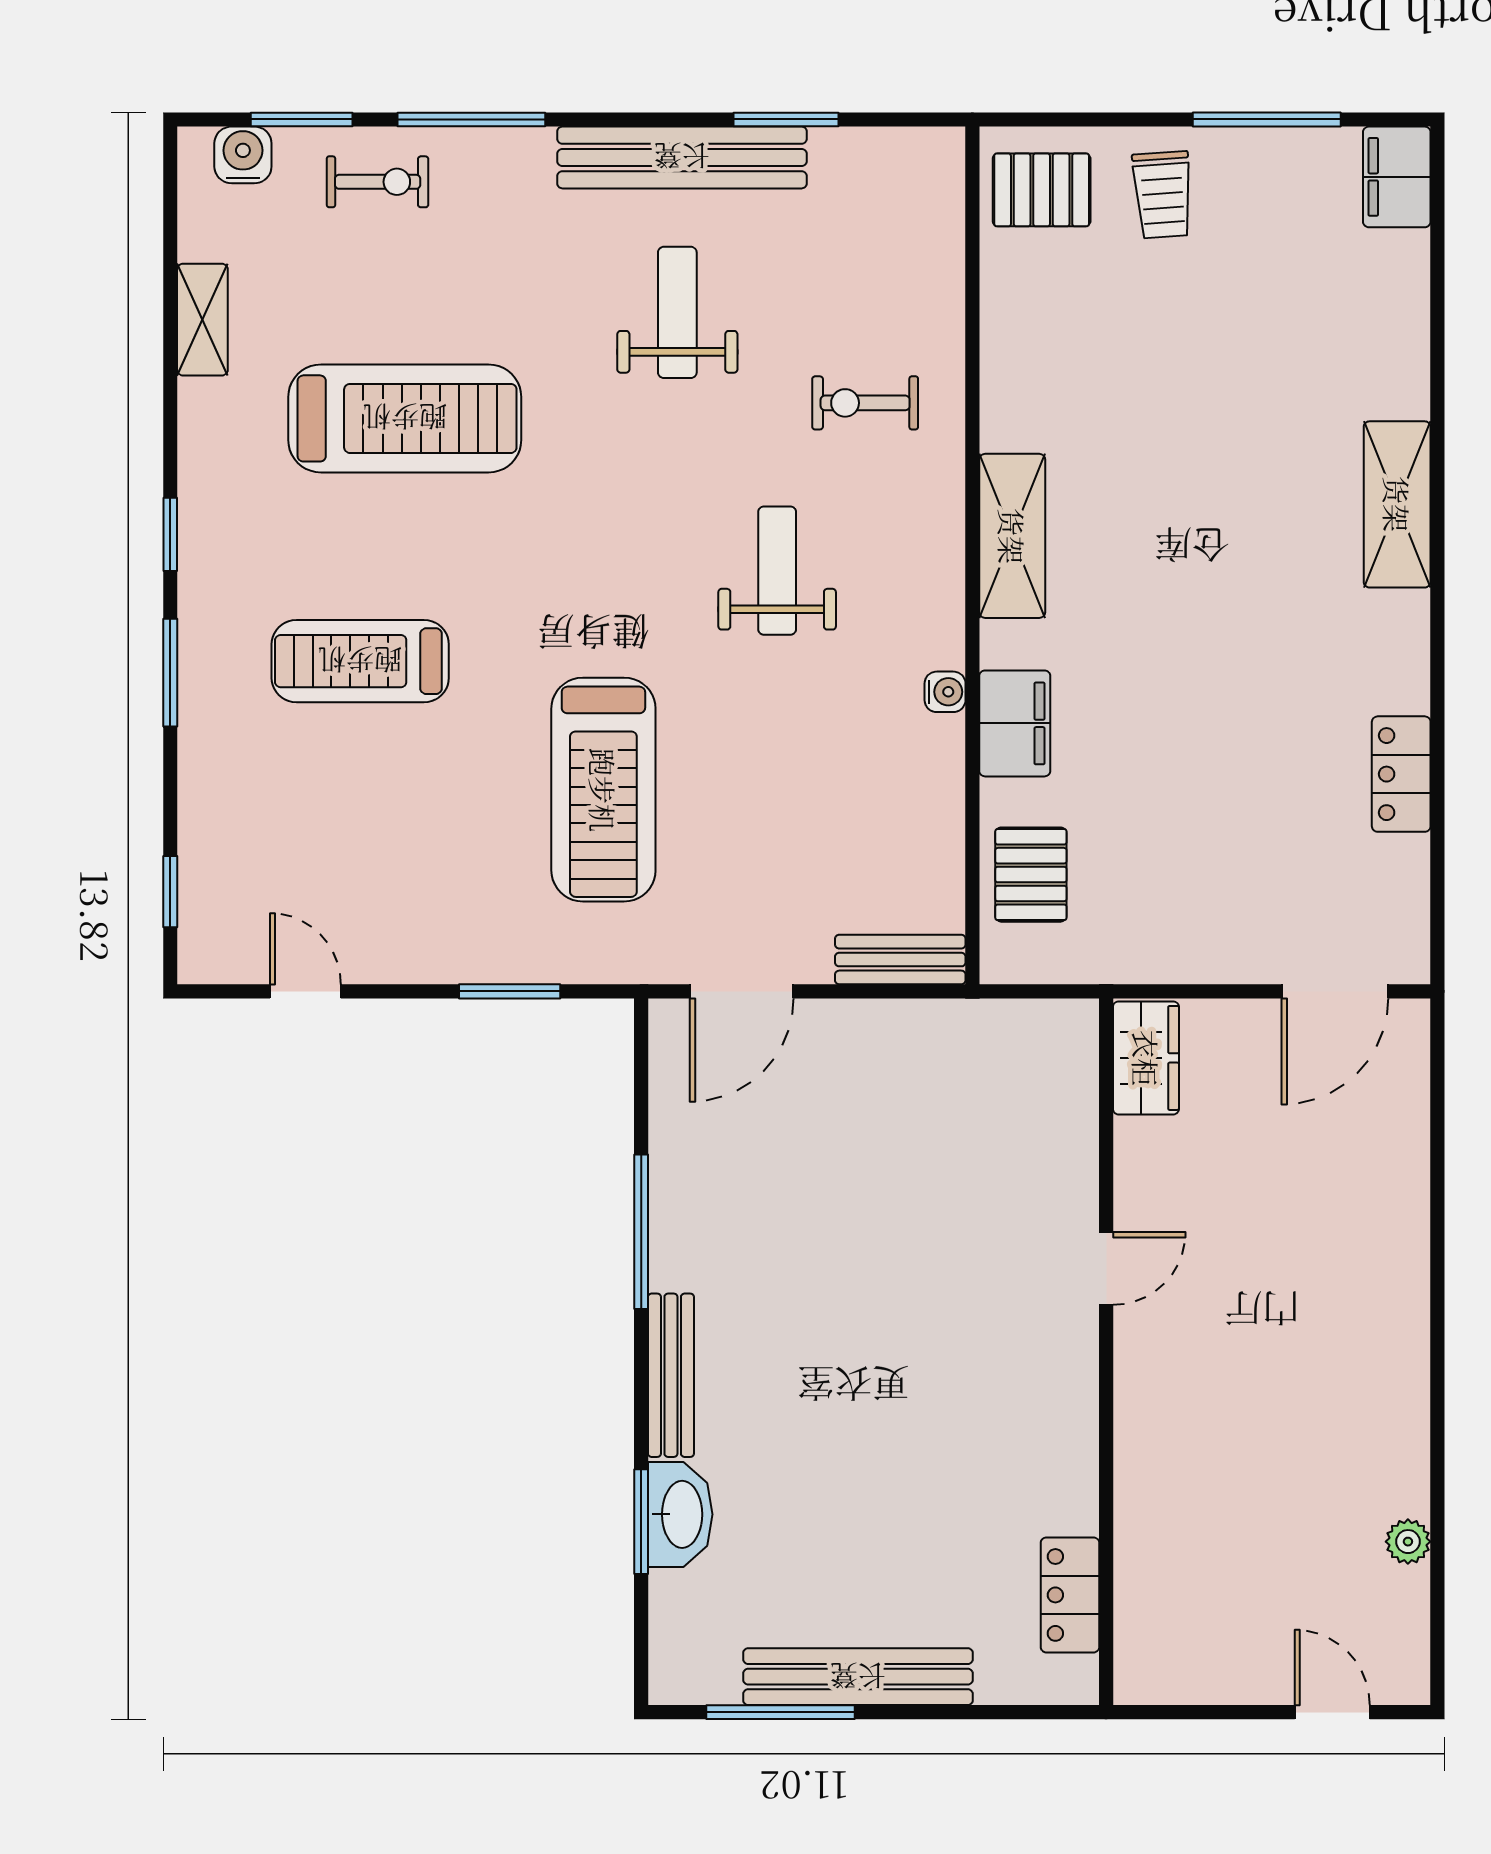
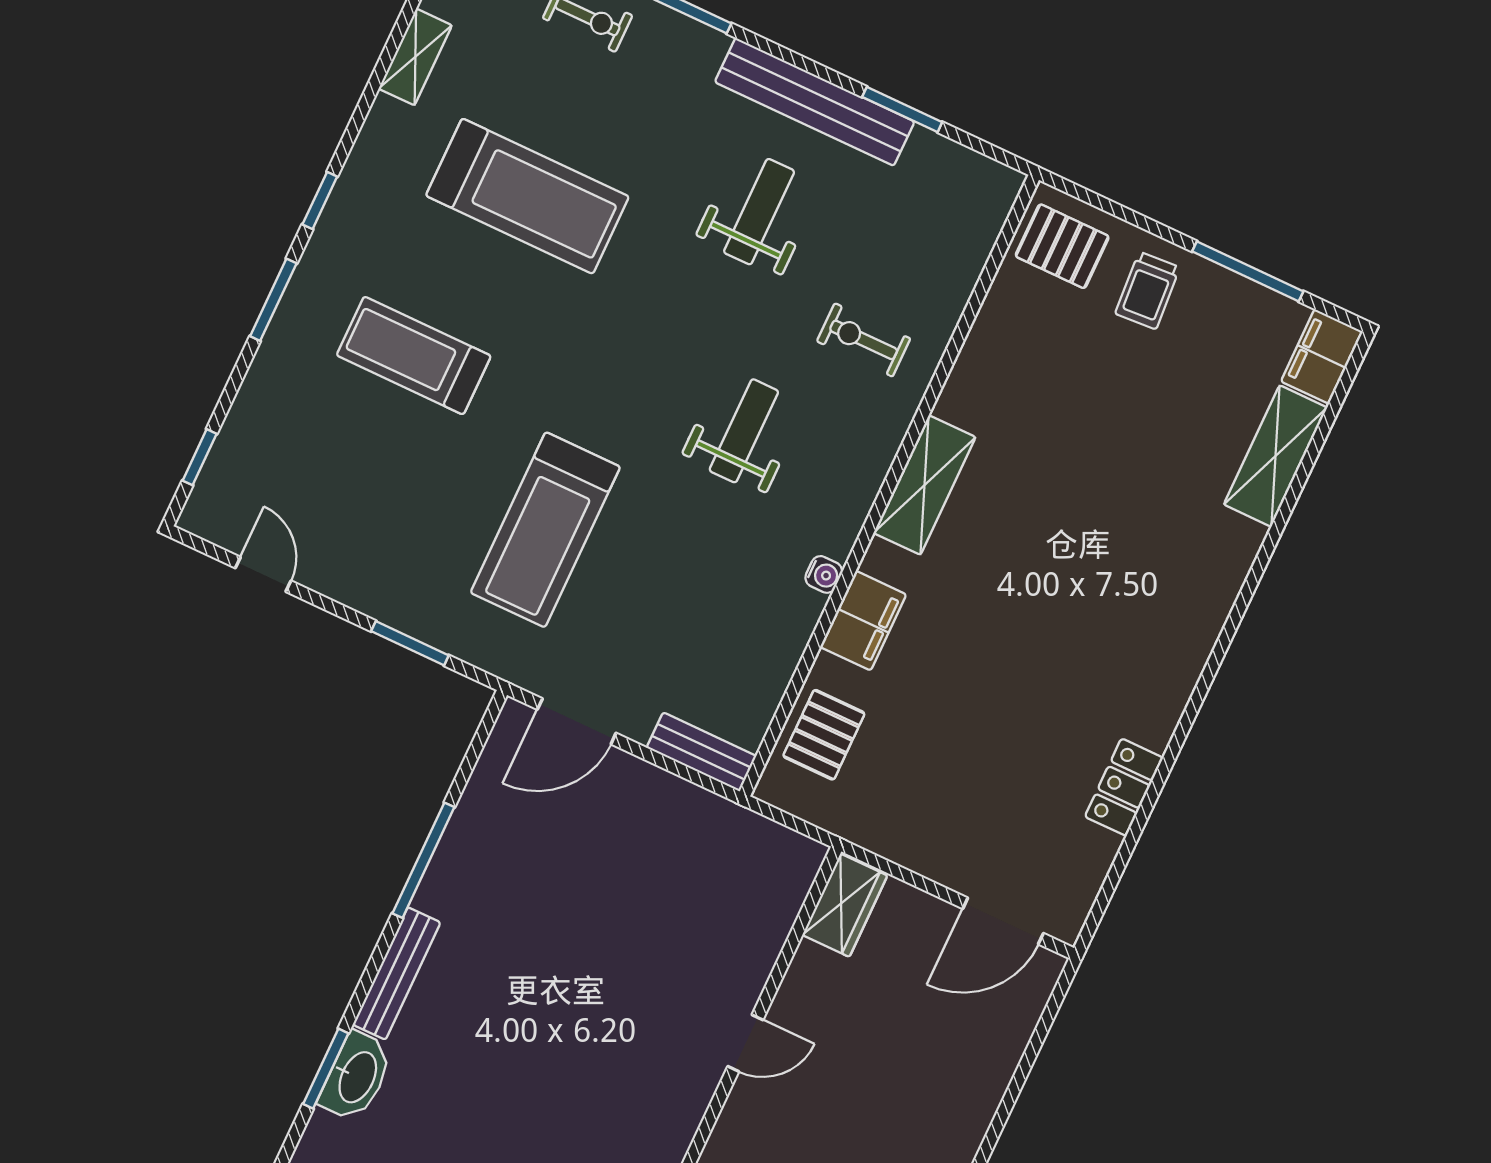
shelving: (1397, 504) -> (1276, 456), moved

